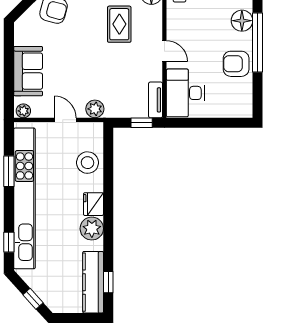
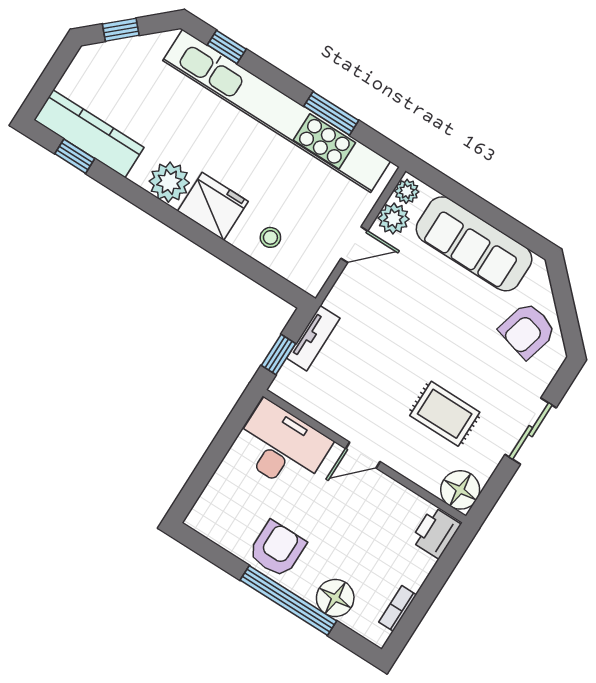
sofa: (28, 71) -> (474, 244), width x1.36
tv unit: (156, 100) -> (313, 338), moved, turned 90
plant: (95, 109) -> (393, 219), moved
stool: (87, 163) -> (270, 237), width x0.53, depth x0.53
fridge: (93, 204) -> (213, 206), width x1.36, depth x1.34

